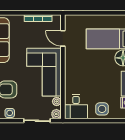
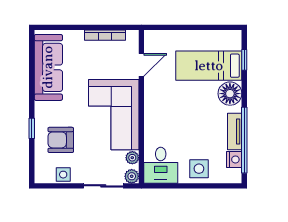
door: (63, 38) -> (141, 65), swing flipped

